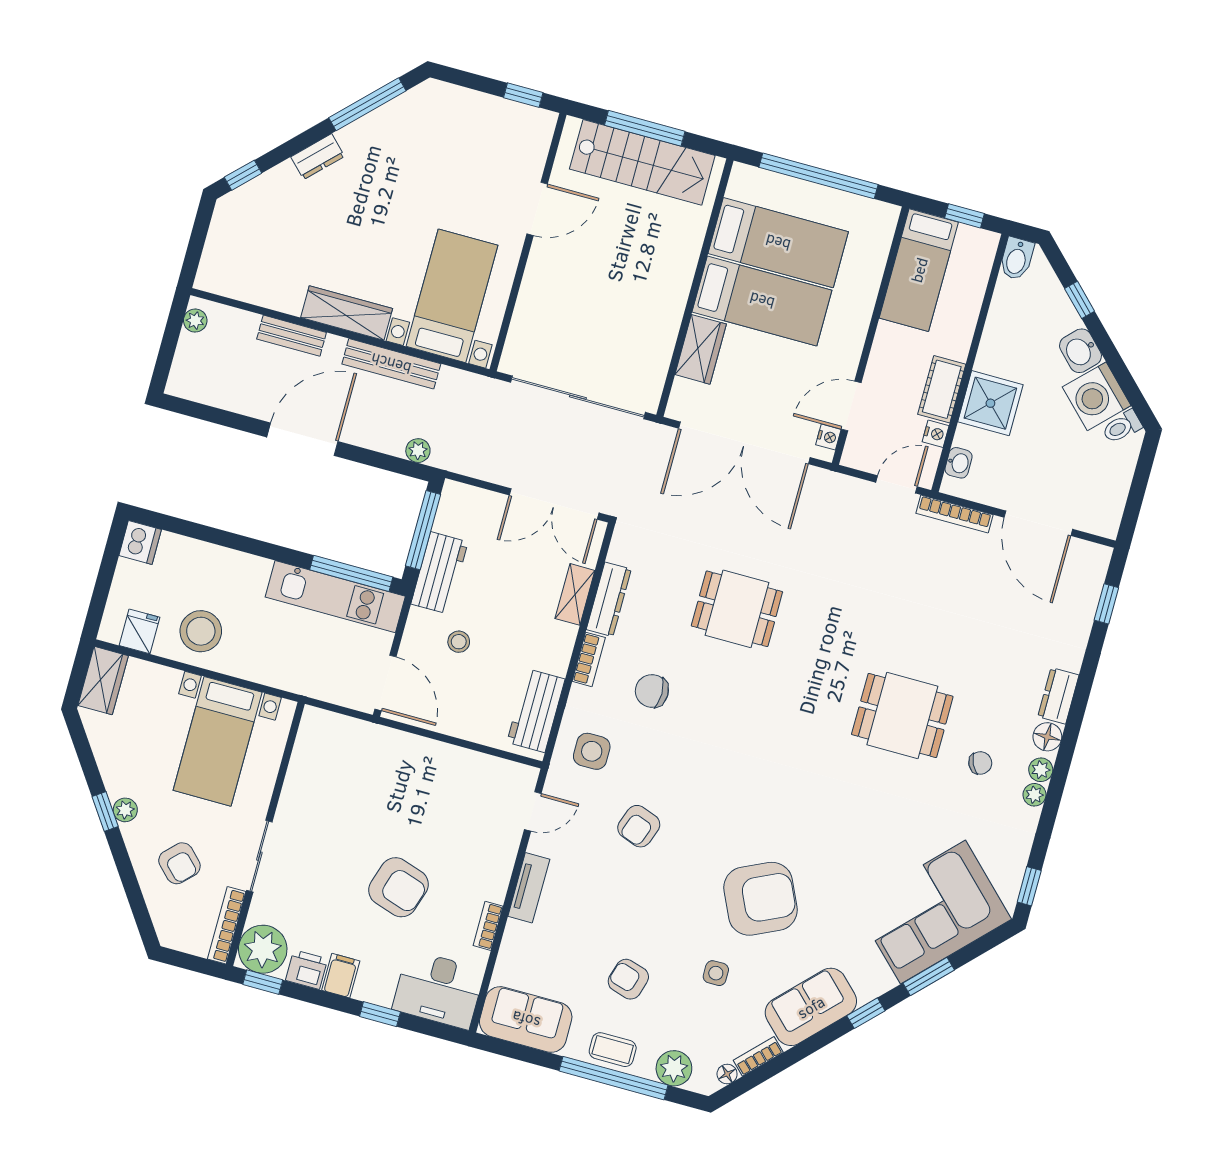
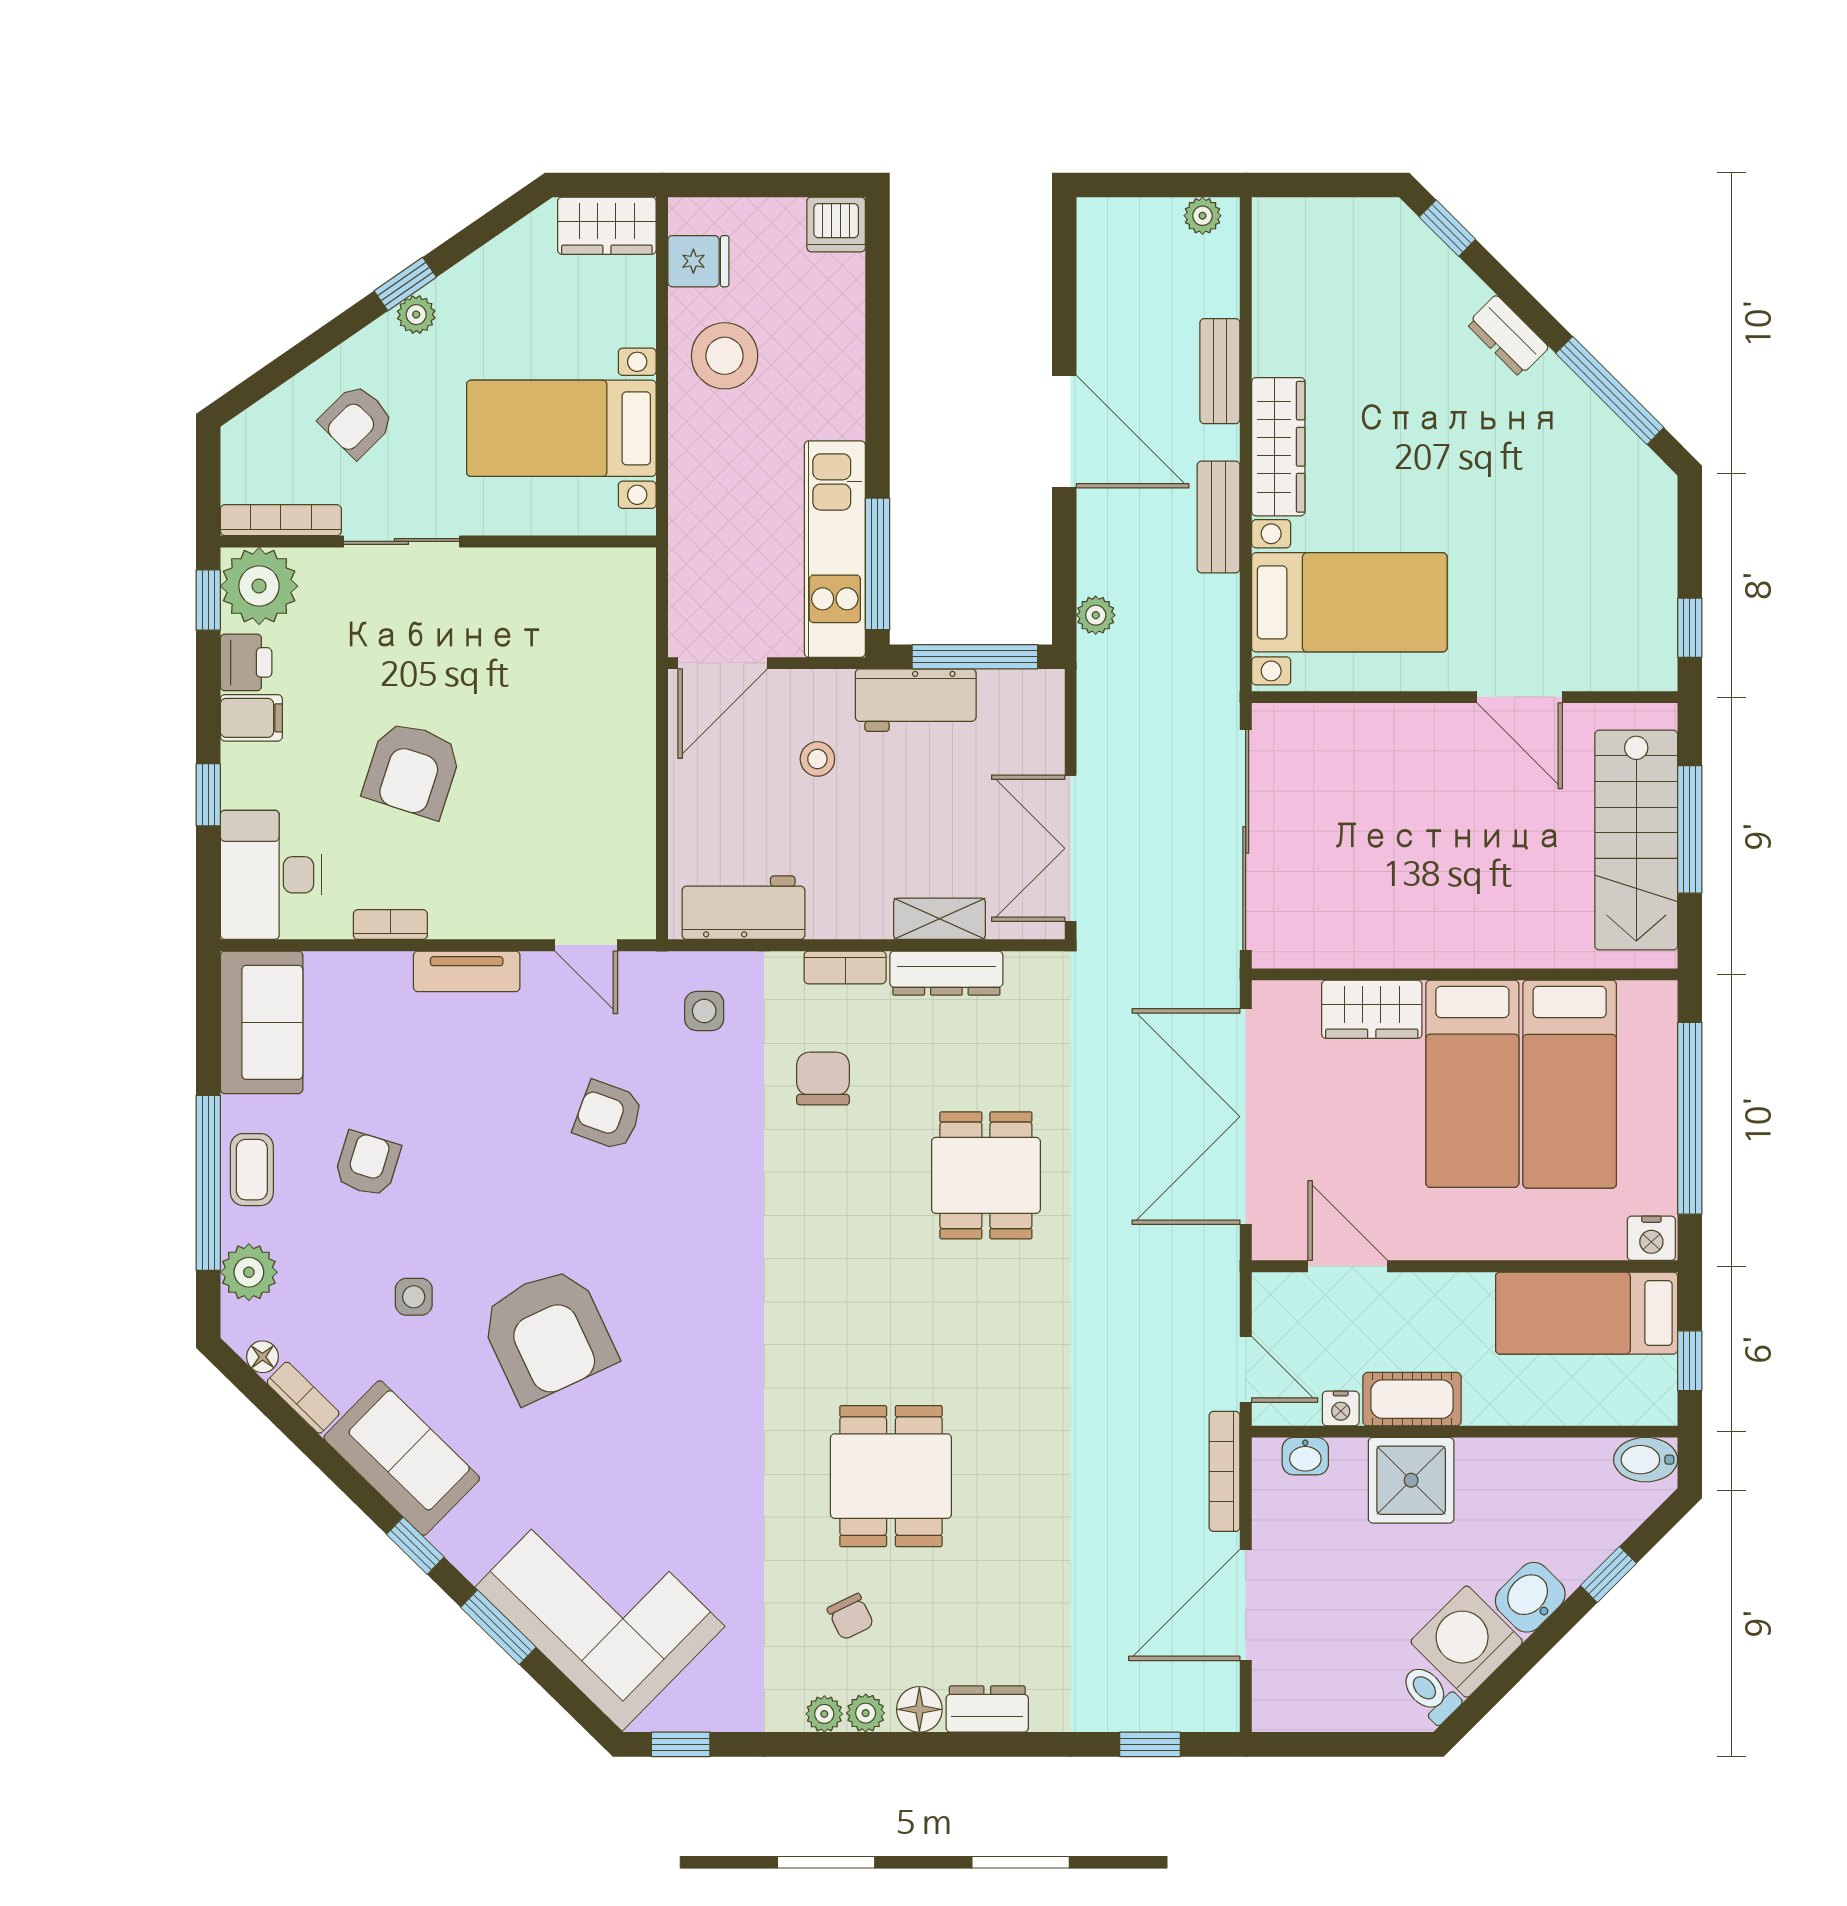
bench: (391, 364) -> (1219, 517), width x0.73
nightstand: (828, 437) -> (1651, 1238), moved, width x1.39, depth x1.35
side table: (592, 751) -> (704, 1011), width x0.73, depth x0.73

